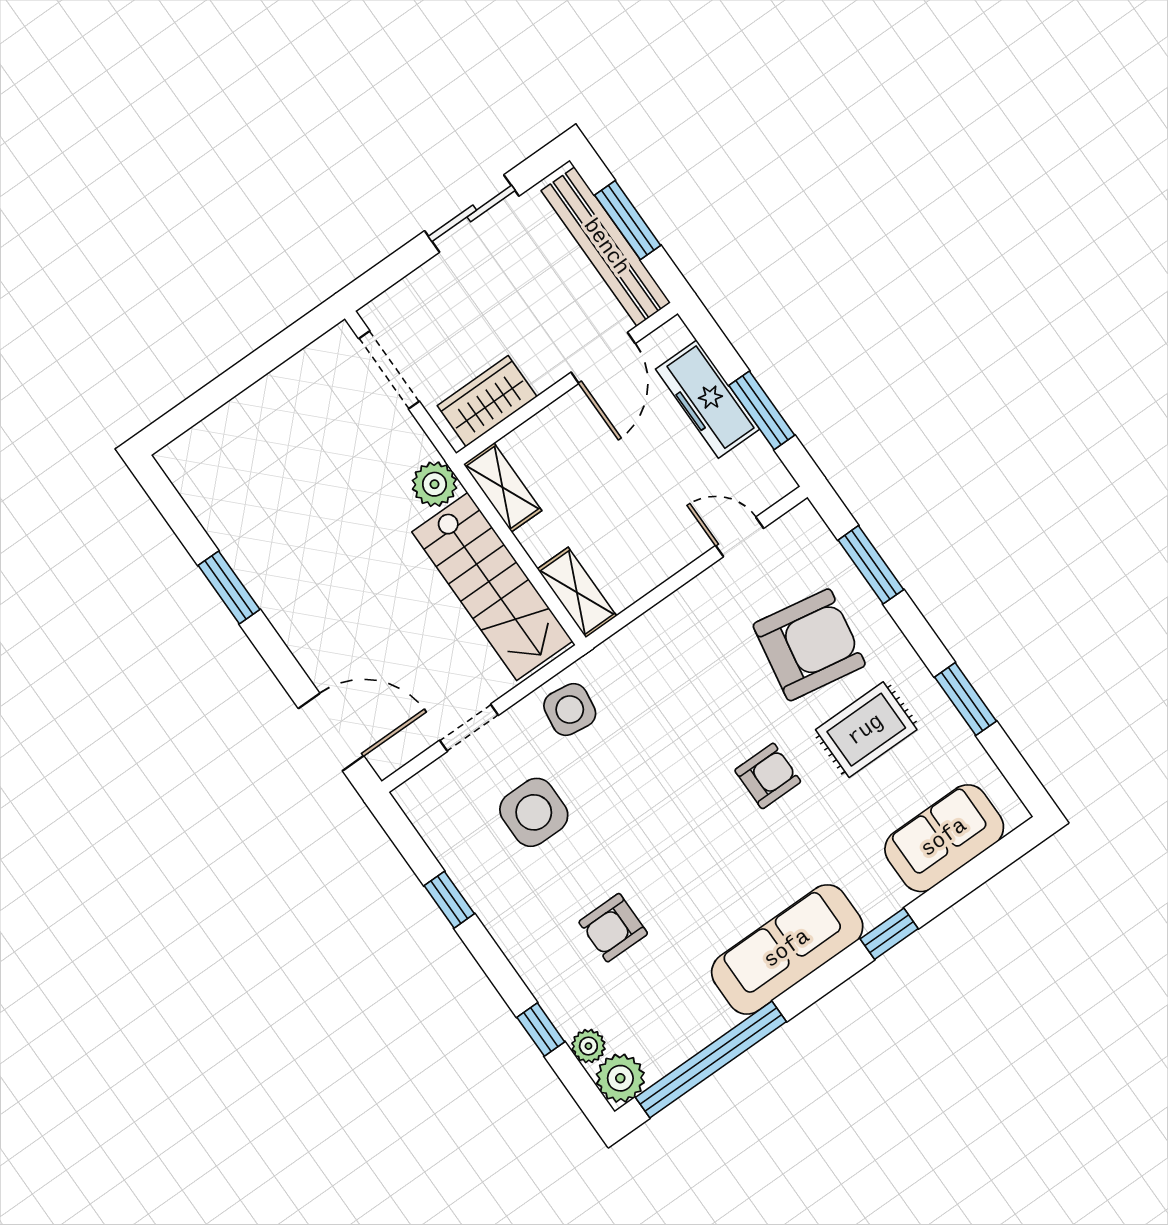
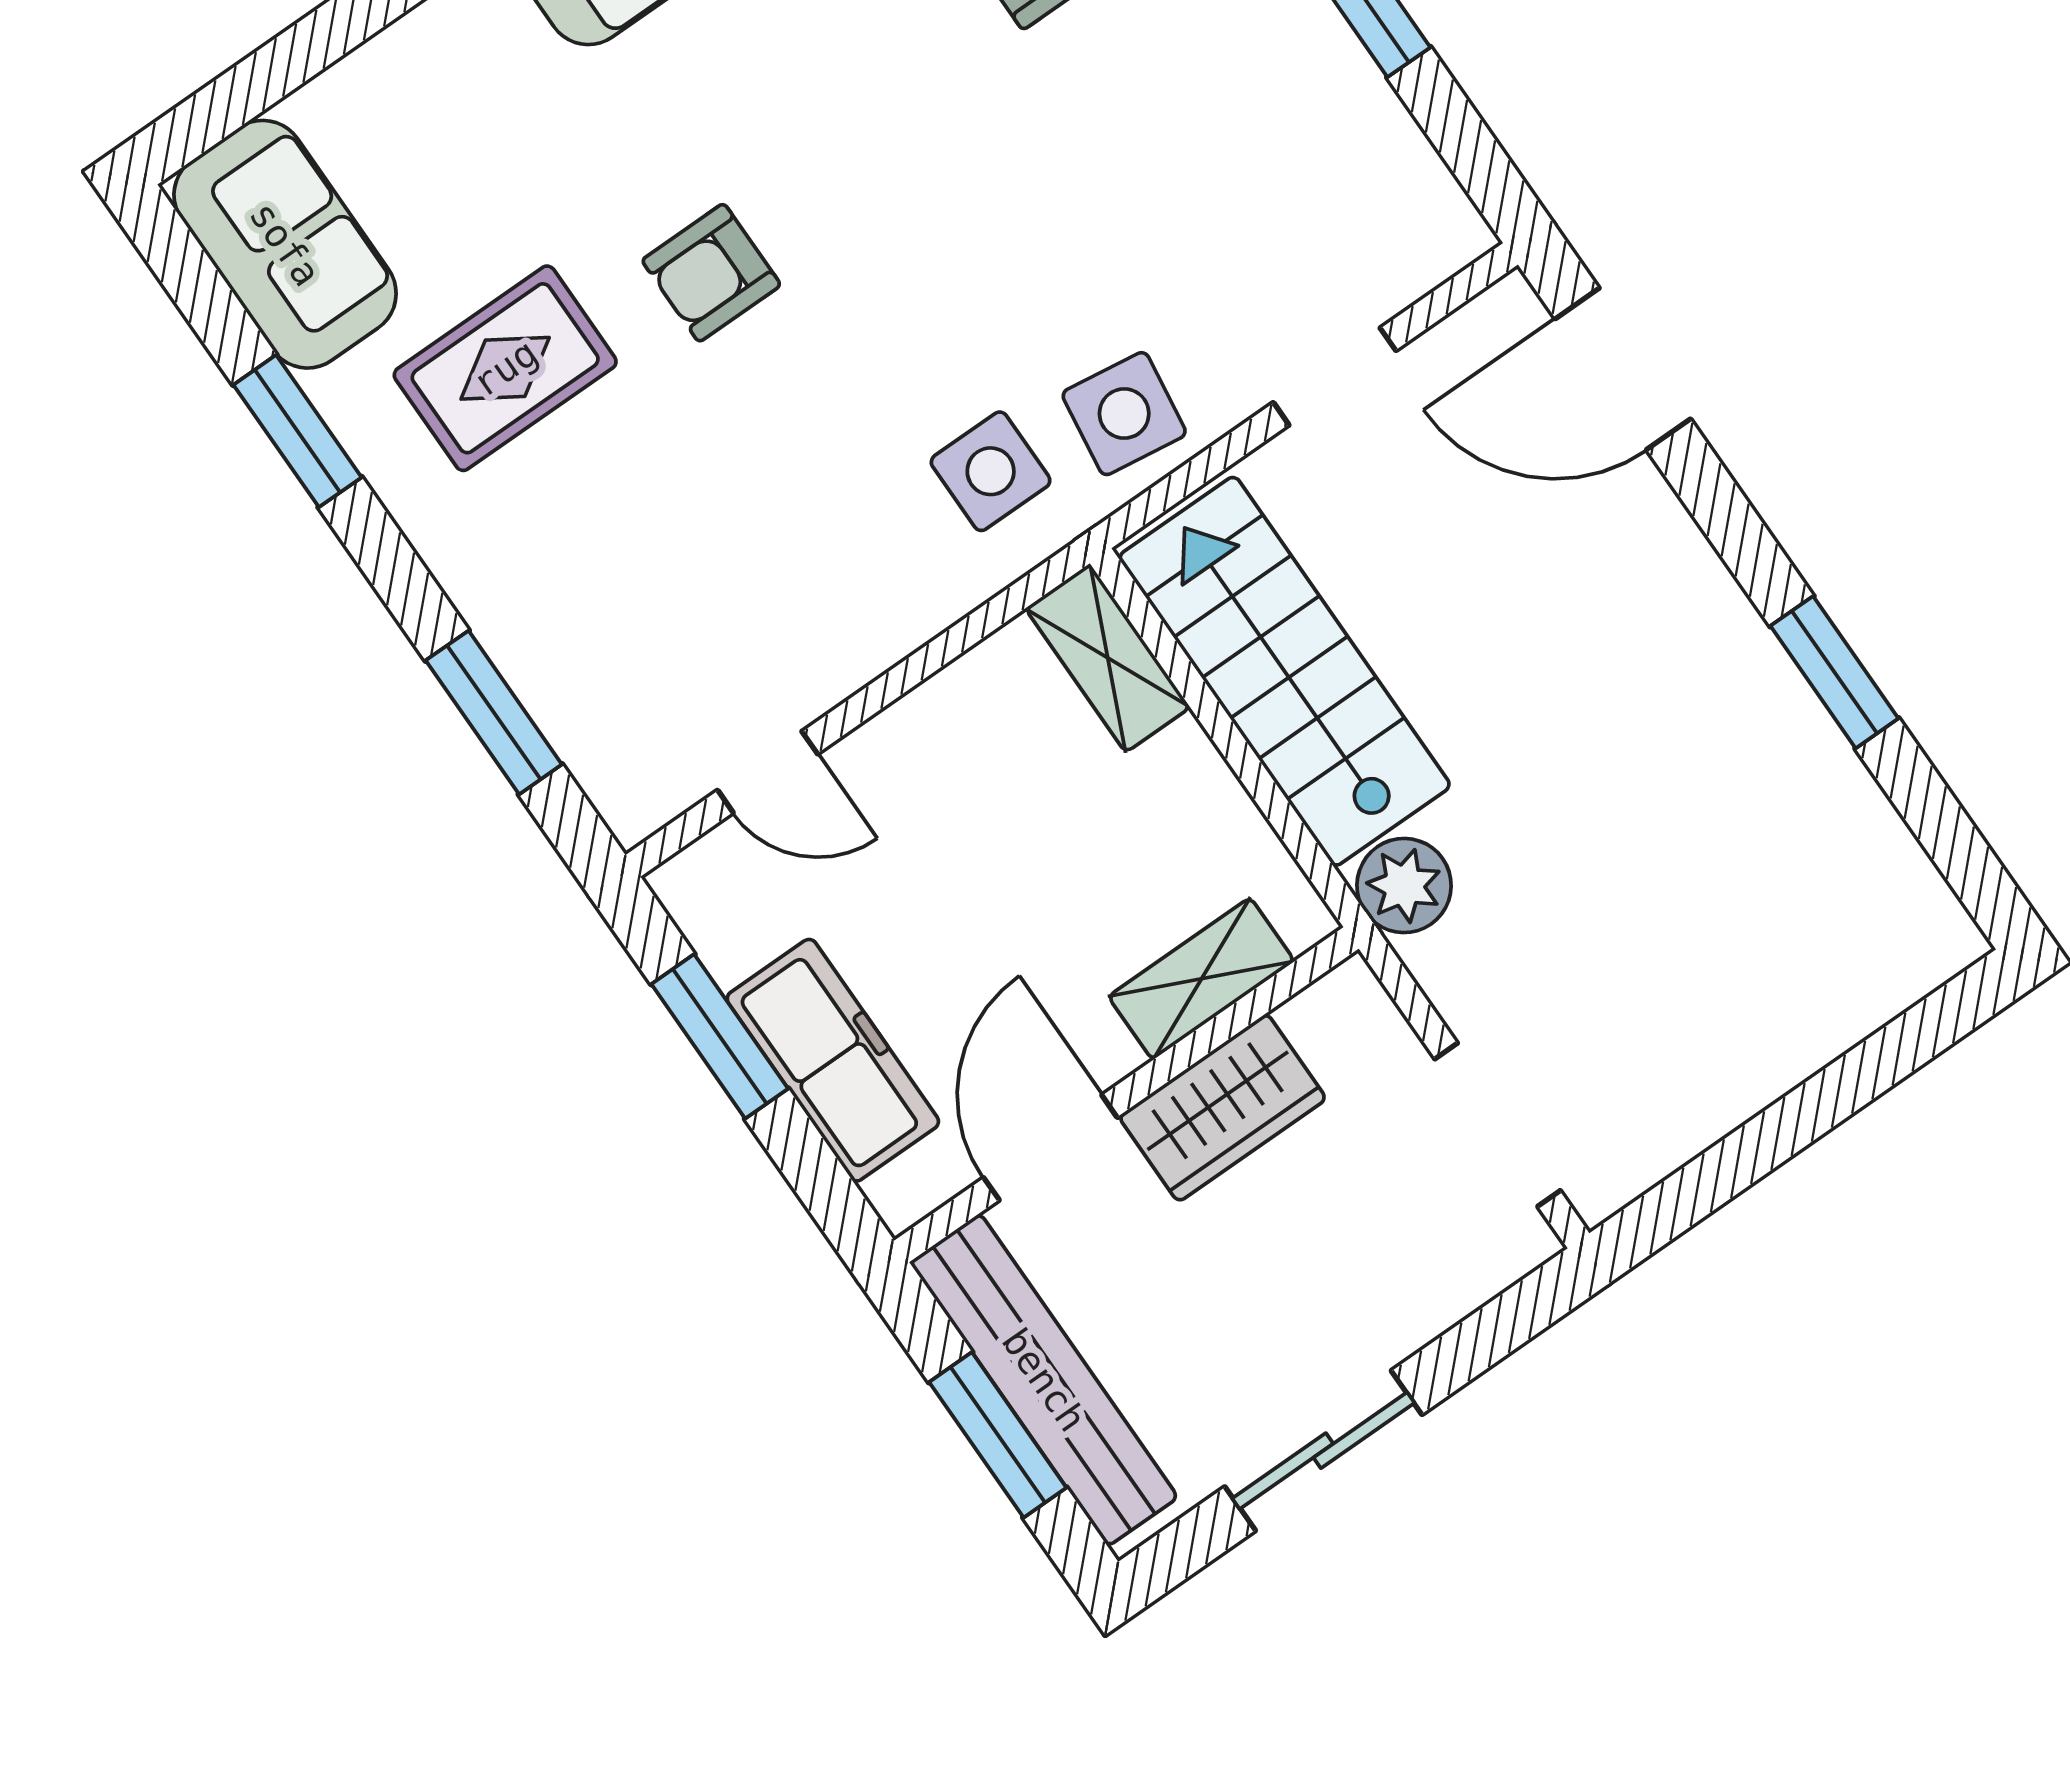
wardrobe: (487, 401) -> (1223, 1108), moved
shelving: (503, 487) -> (1201, 979), moved, turned 90
armchair: (809, 645) -> (623, 546), removed
side table: (534, 812) -> (991, 471), moved, width x0.73, depth x0.73
sofa: (944, 838) -> (285, 244), moved, turned -90

